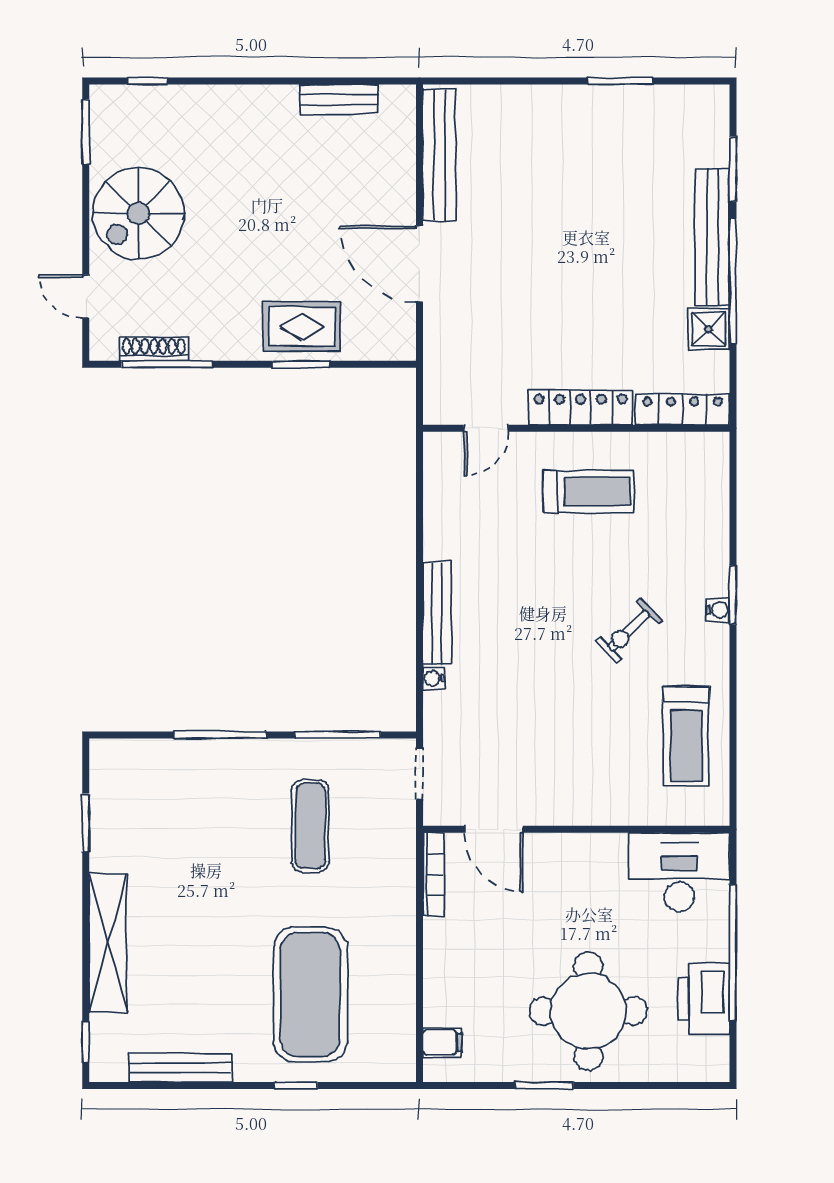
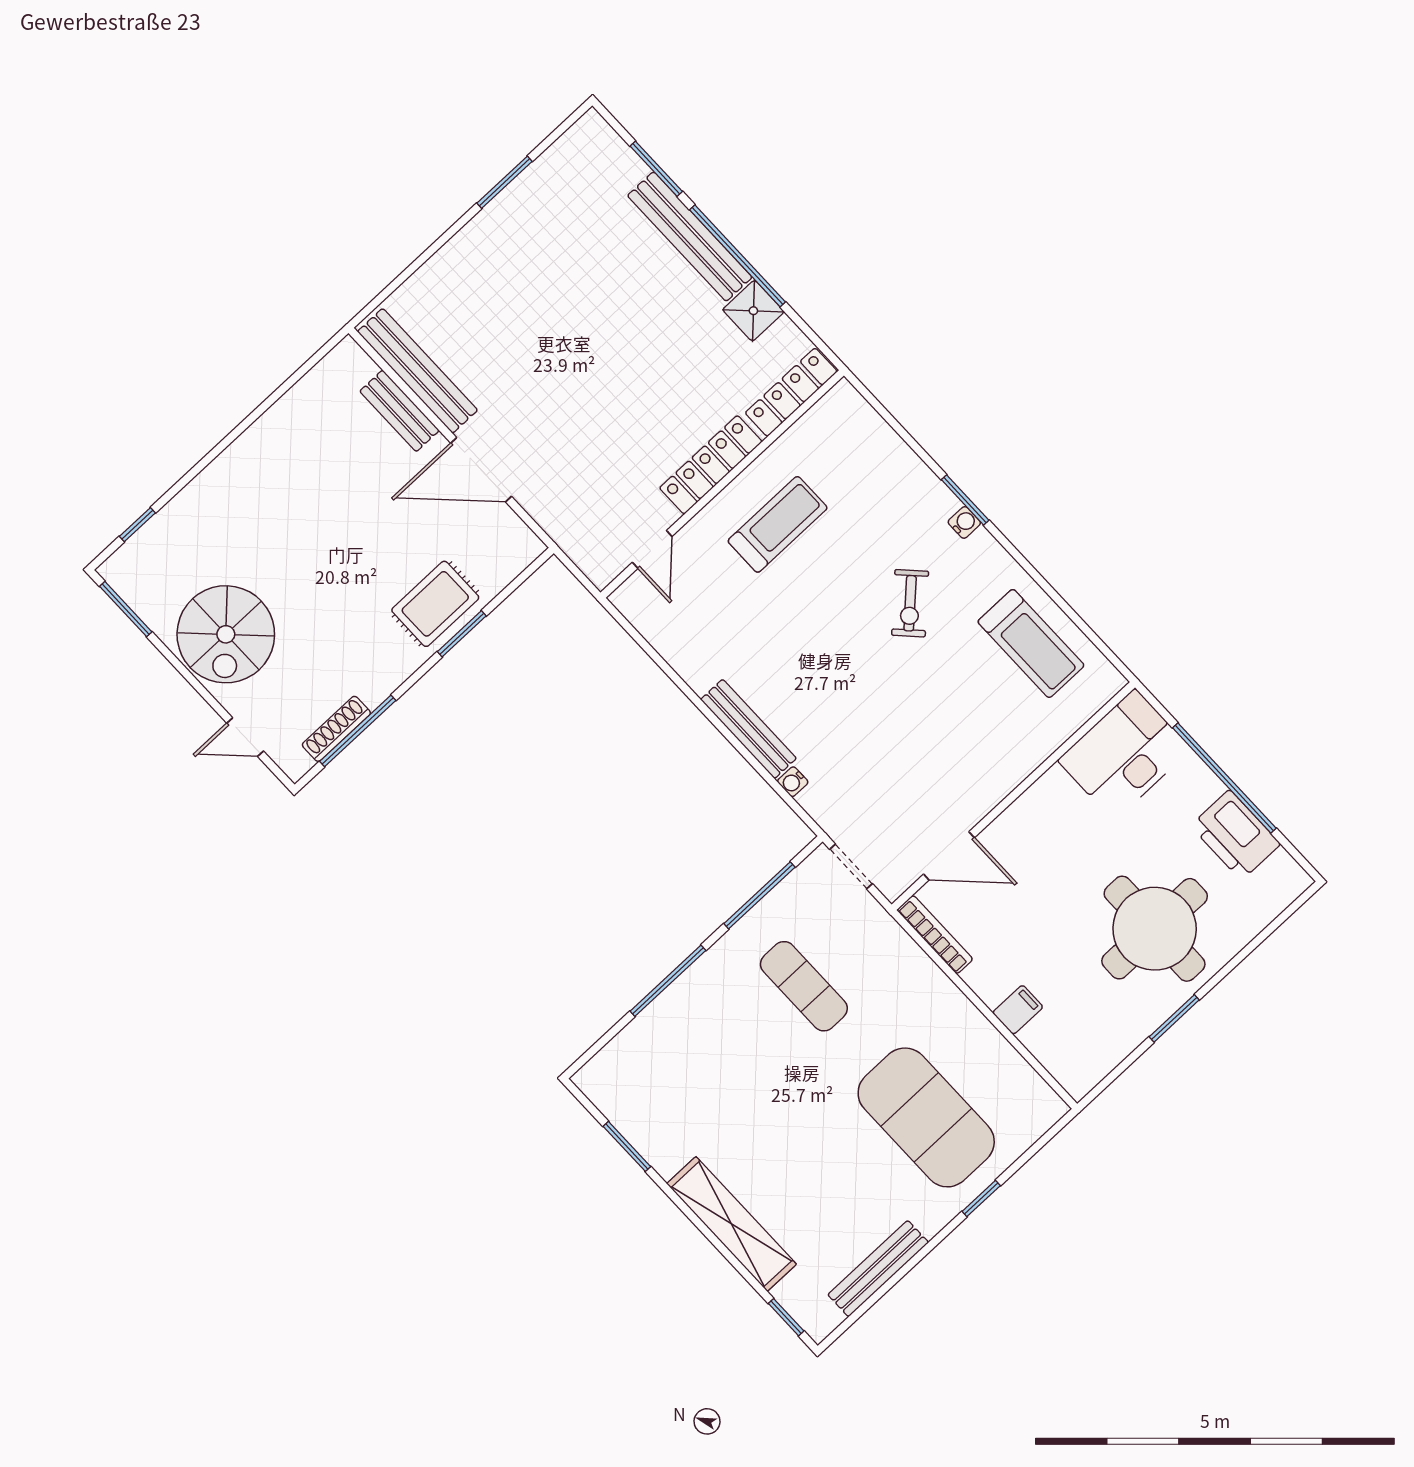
bench: (339, 99) -> (399, 411), moved, turned 90
filing cabinet: (442, 1042) -> (1018, 1010), moved

